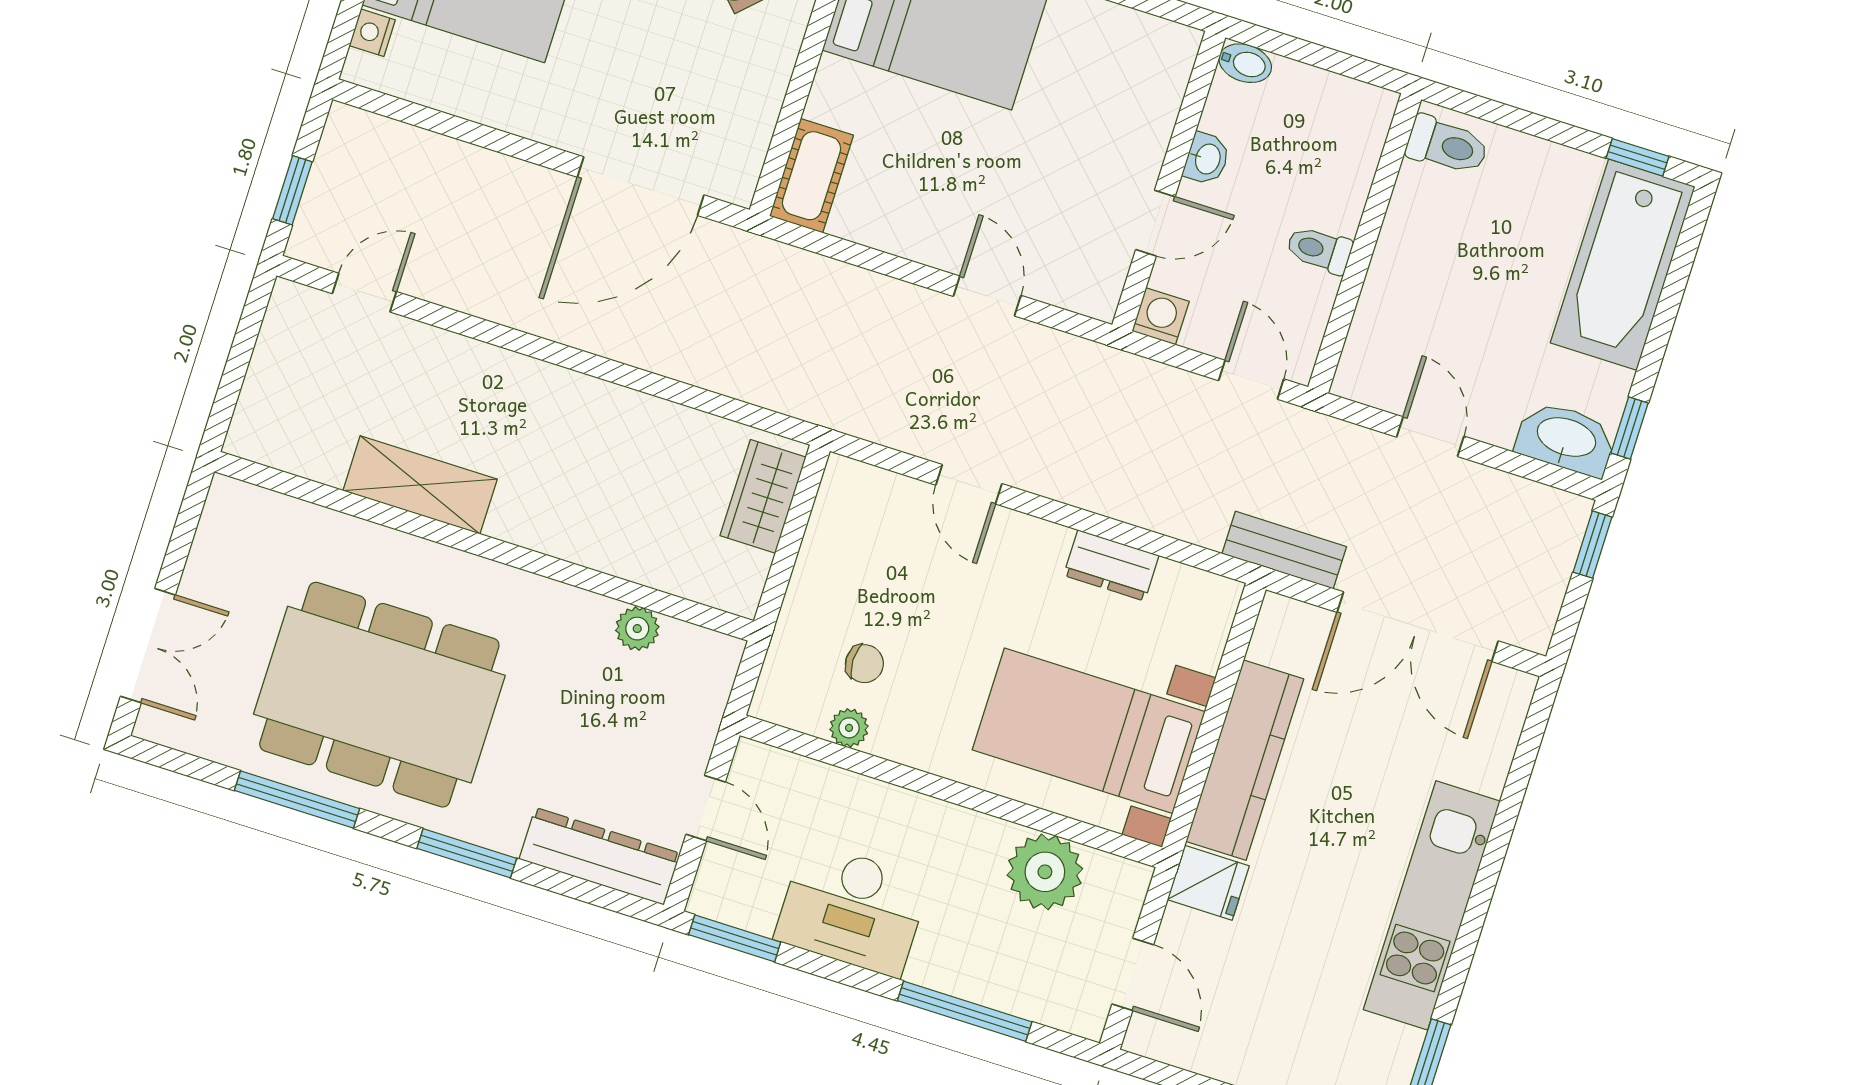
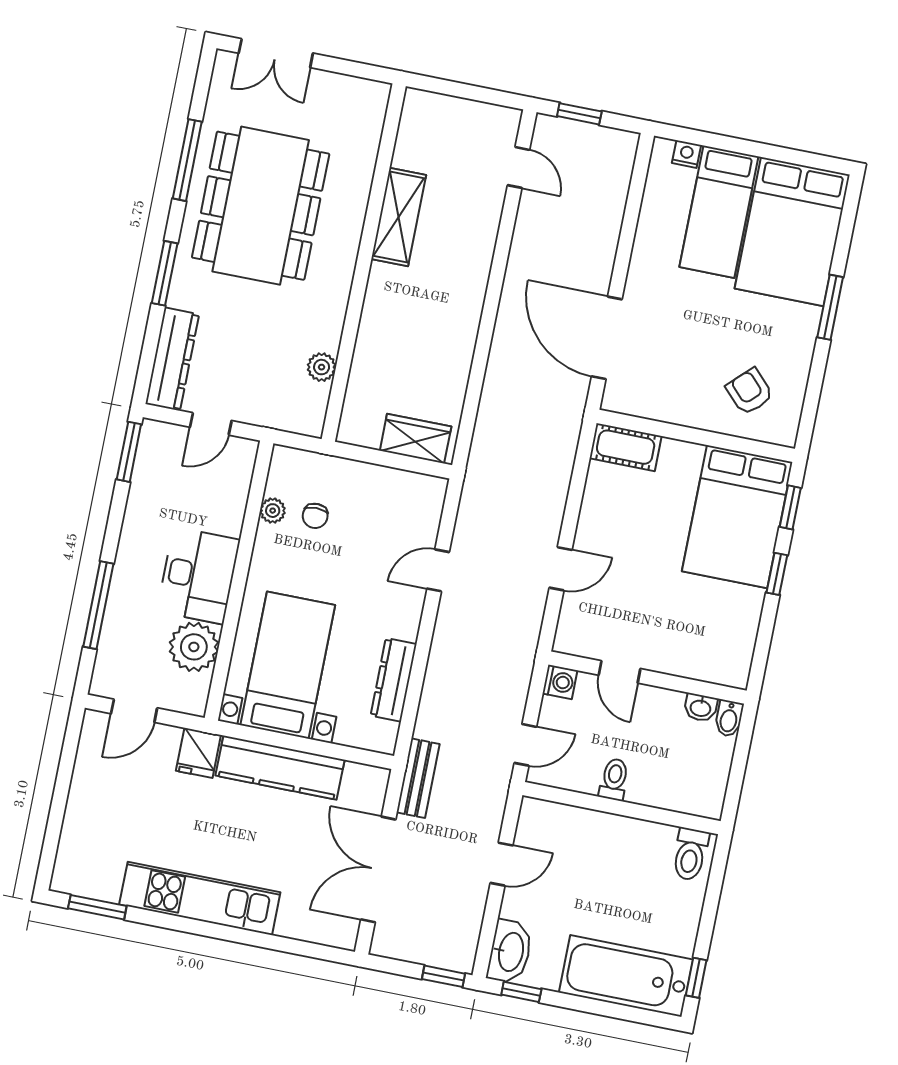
washbasin: (1207, 159) -> (701, 708), moved
dresser: (1111, 565) -> (394, 680), width x1.44
desk: (852, 909) -> (198, 576), moved, turned 180

